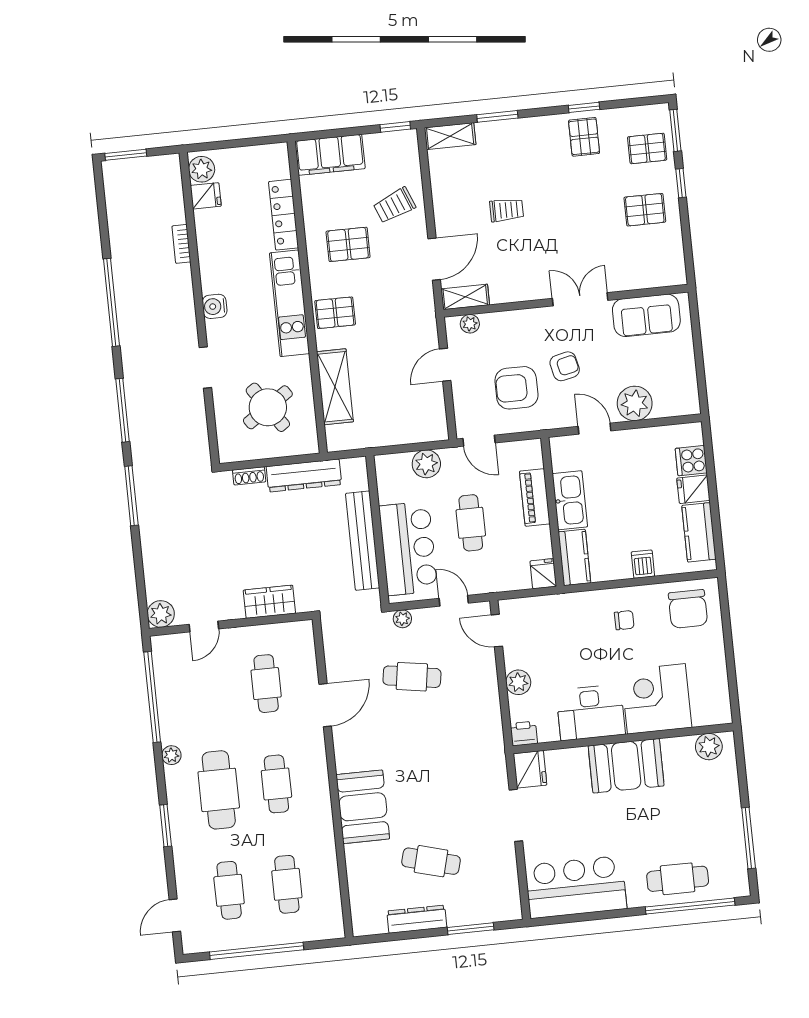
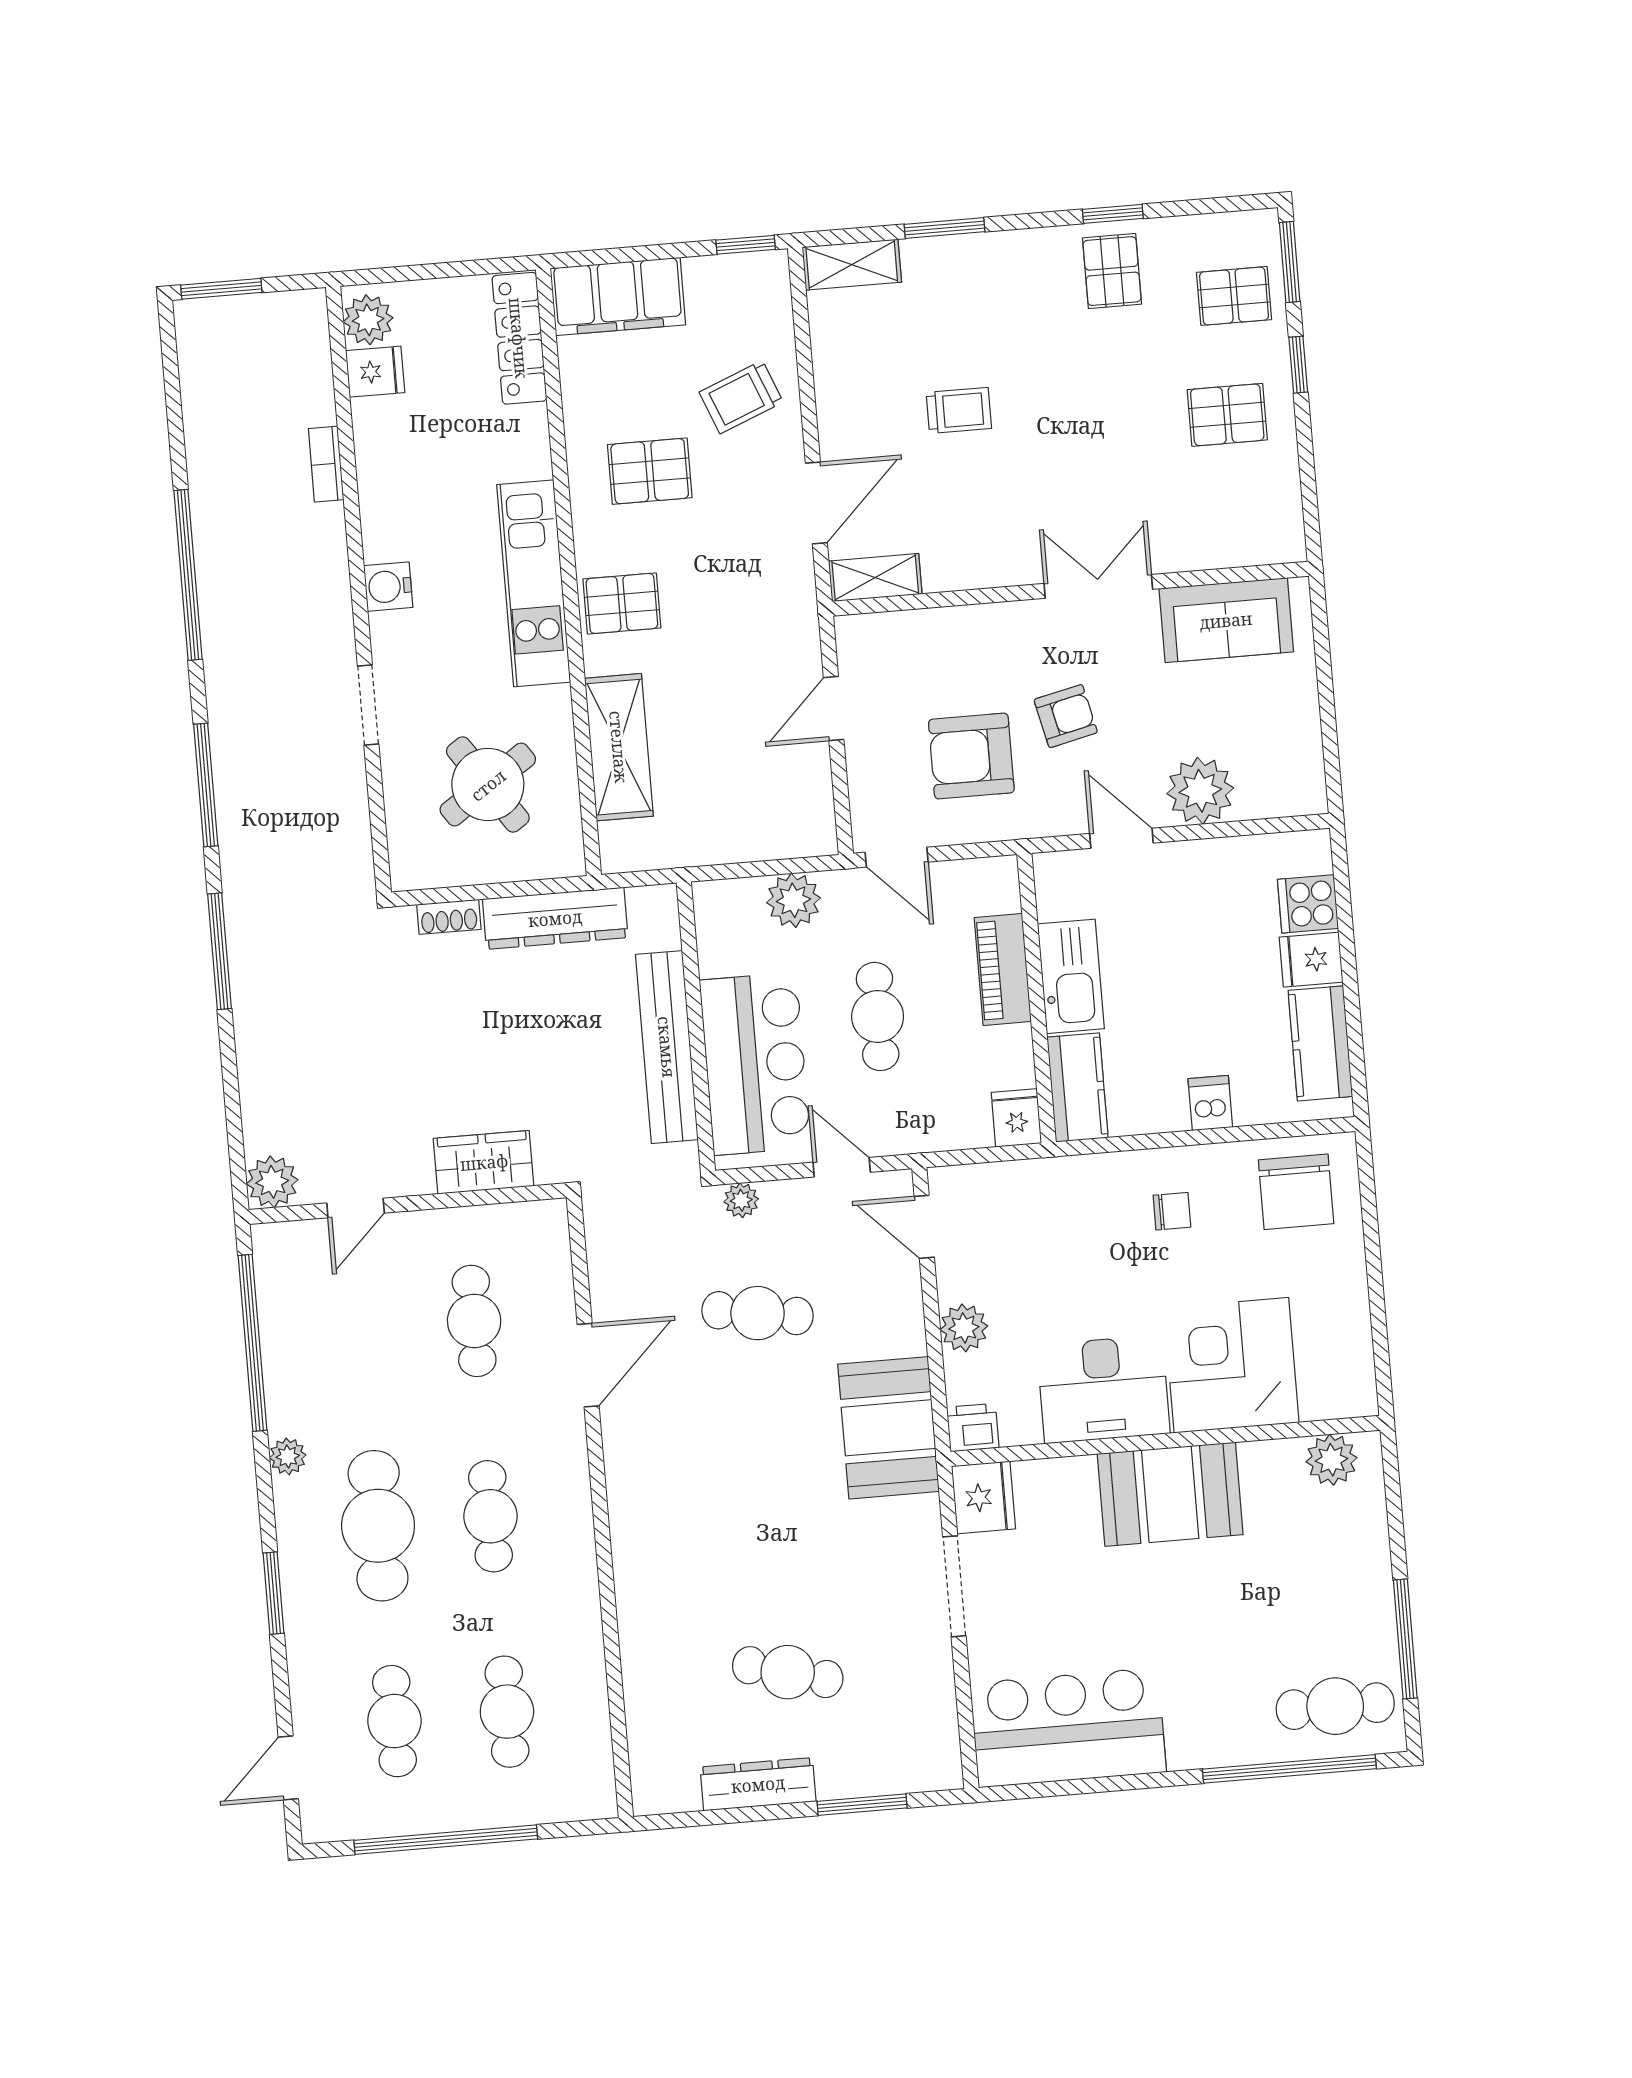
locker: (284, 215) -> (519, 338), moved
plant: (470, 324) -> (883, 630), removed
booth: (363, 807) -> (888, 1428), moved
cafe table: (678, 879) -> (1335, 1706), moved

